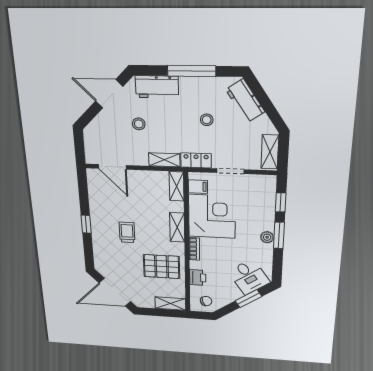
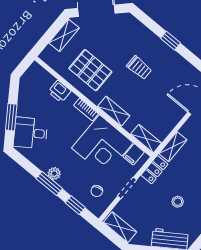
pallet: (161, 267) -> (90, 70), turned 90
chair: (206, 301) -> (97, 191), moved
shelving: (170, 304) -> (64, 35), moved

